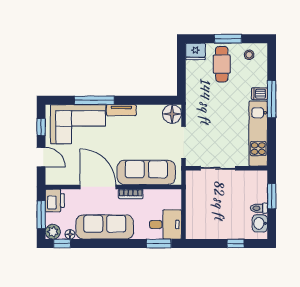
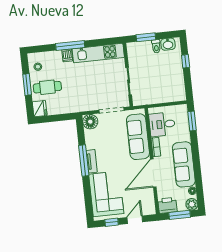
window: (94, 100) -> (84, 161), moved
desk: (166, 224) -> (162, 124), moved, turned -90
window: (62, 243) -> (200, 196), removed

